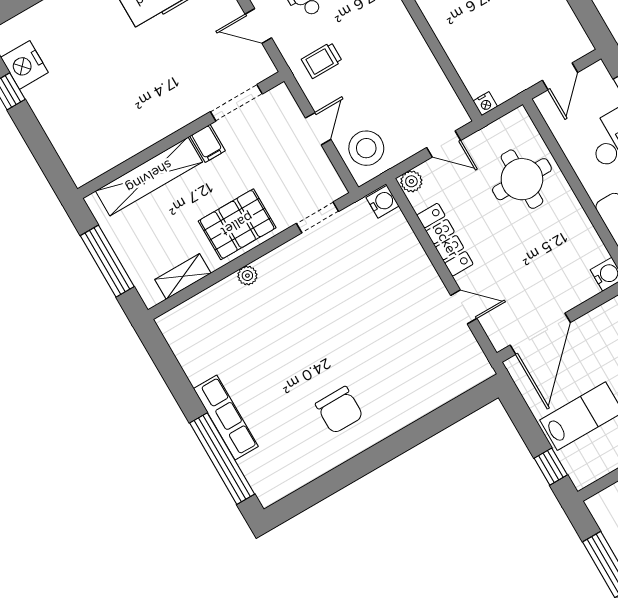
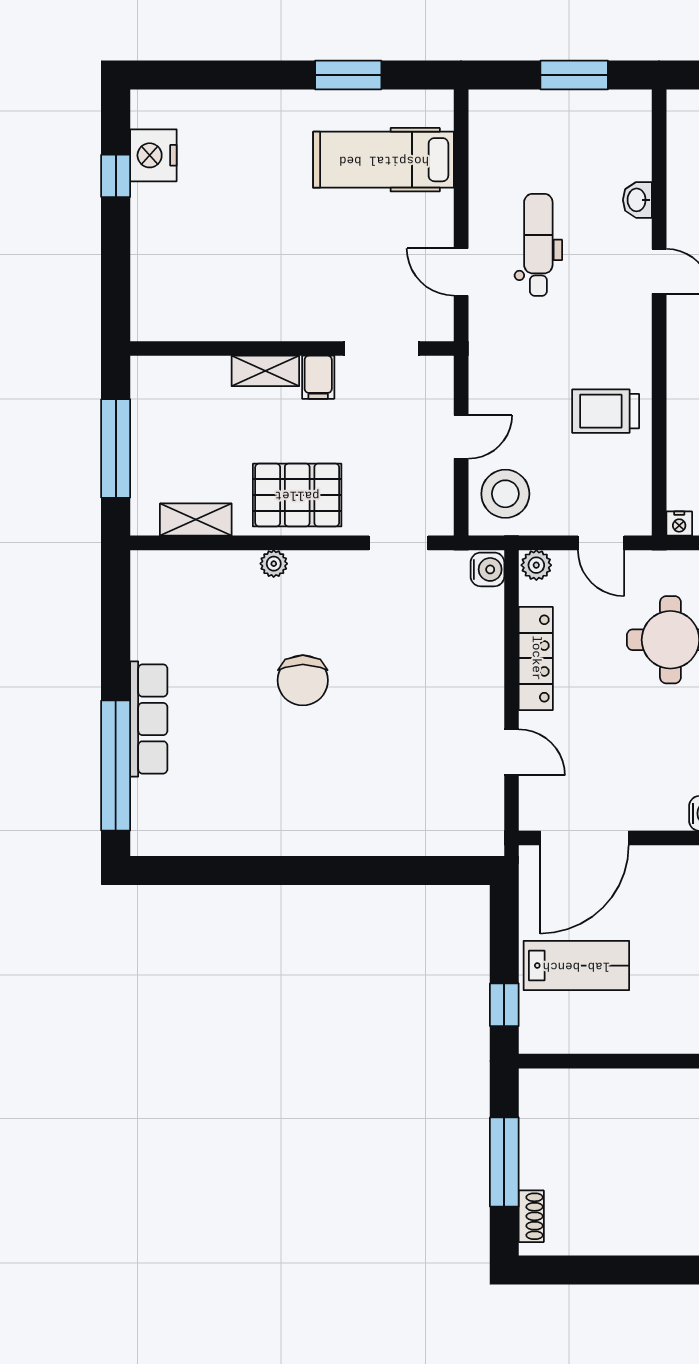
trolley: (322, 60) -> (606, 411), moved, width x1.36, depth x1.39
shelving: (149, 176) -> (265, 371), width x0.45, depth x0.75
chair: (339, 410) -> (303, 680), moved

